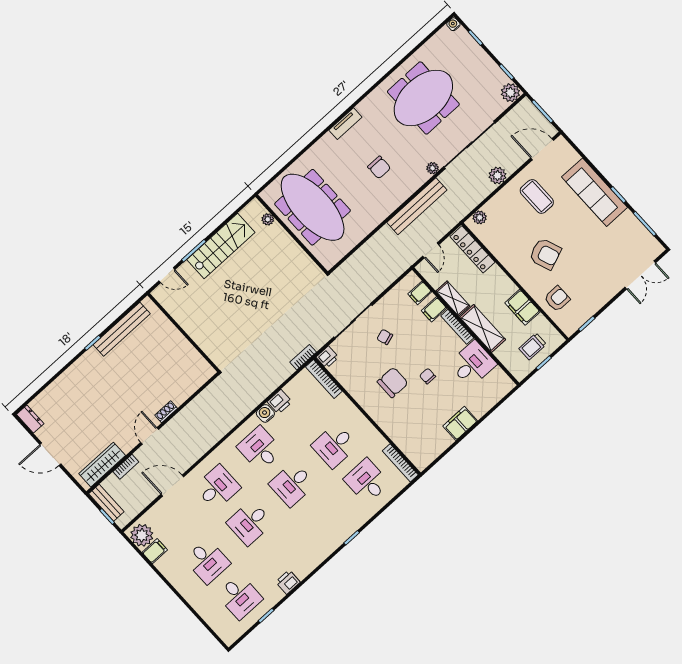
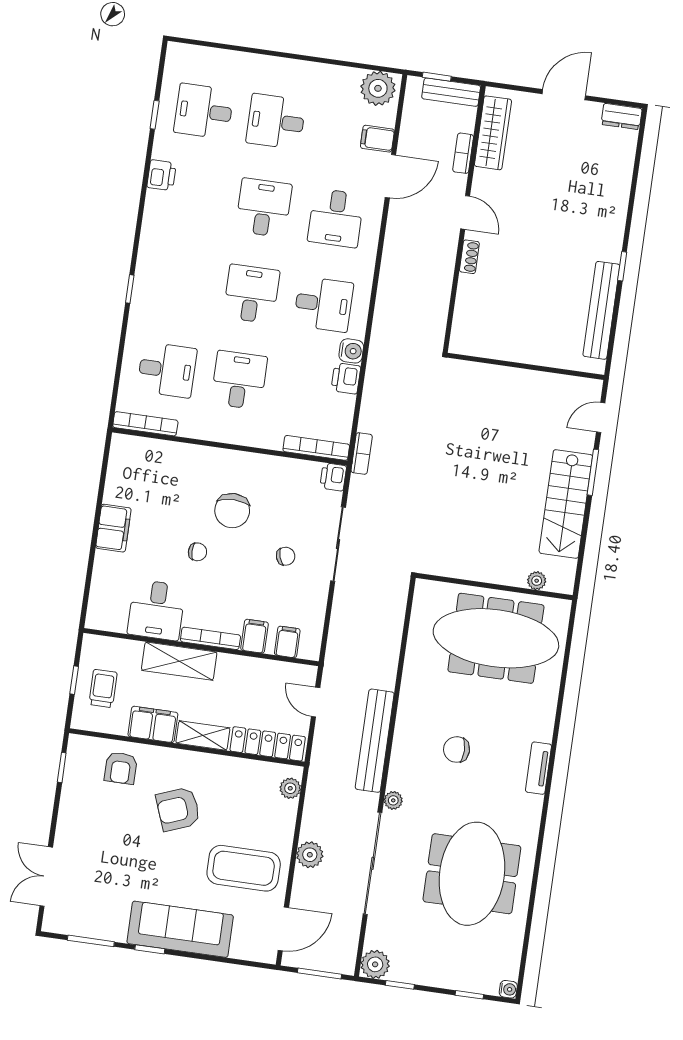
coffee table: (537, 196) -> (244, 868), width x1.36, depth x1.32
shelving: (453, 299) -> (203, 736), moved
filing cabinet: (155, 551) -> (377, 139), moved, turned 90

